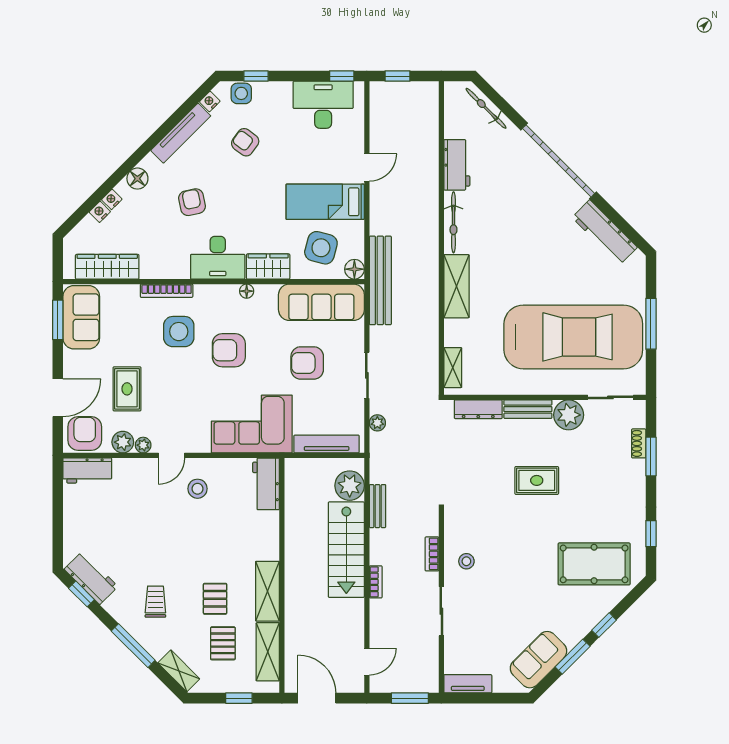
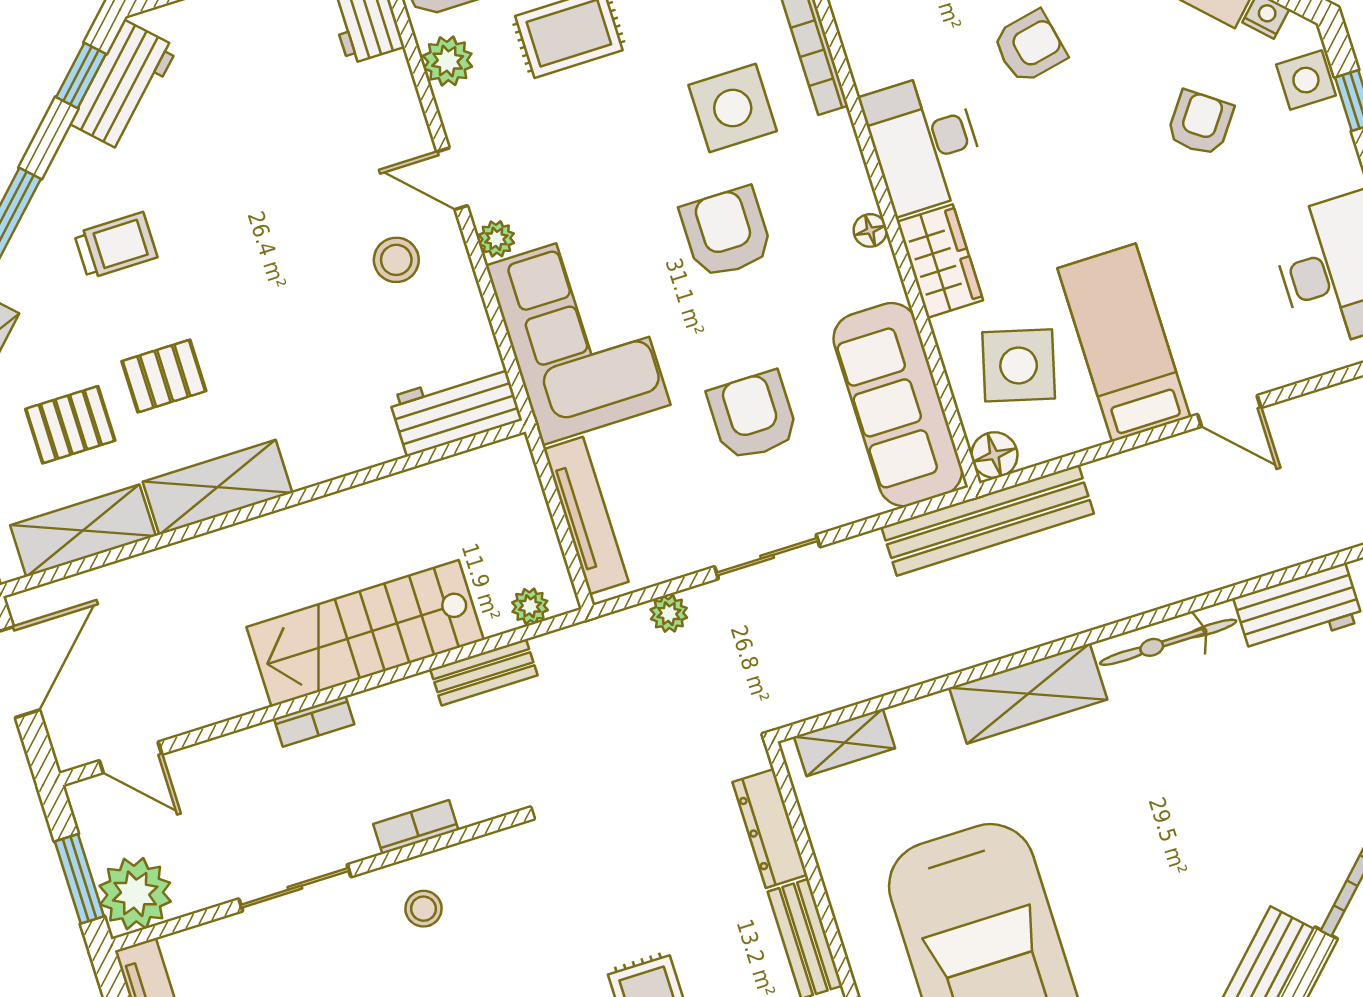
plant: (143, 445) -> (496, 239), moved
plant: (350, 486) -> (530, 606), width x0.53, depth x0.53
plant: (423, 677) -> (135, 894), added

